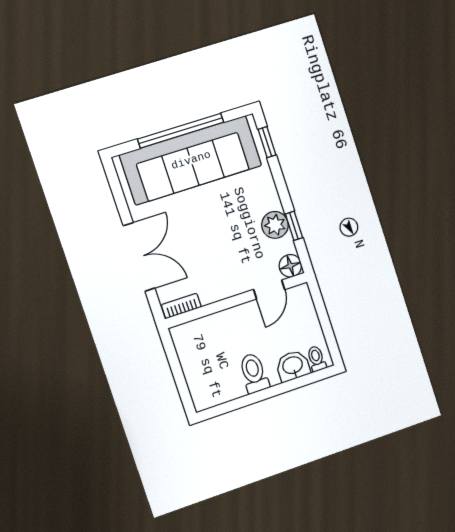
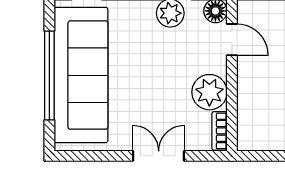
double door: (139, 257) -> (159, 156), width x0.73
plant: (214, 285) -> (209, 92), added

